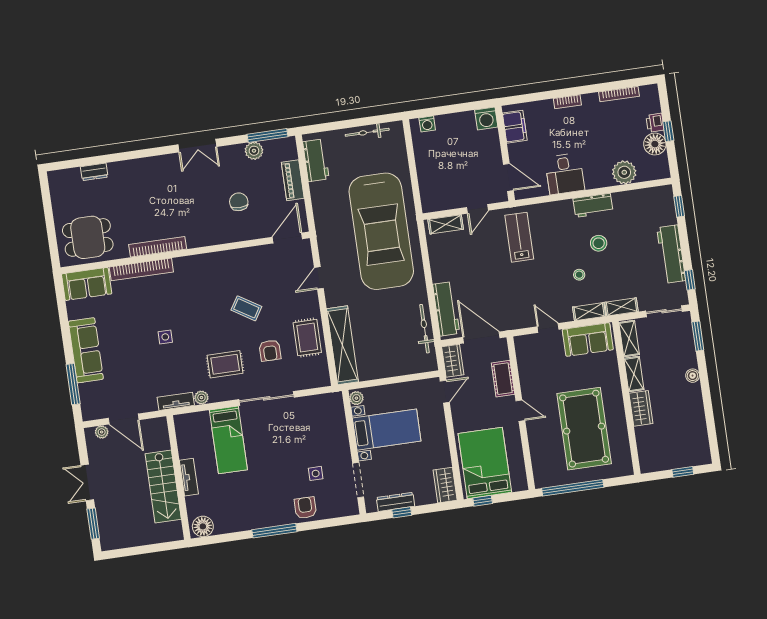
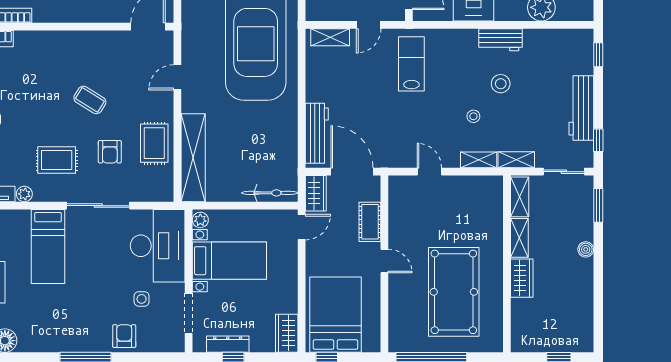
bicycle: (424, 329) -> (270, 193), moved, turned 90
sofa: (588, 340) -> (473, 191), removed
desk: (323, 426) -> (158, 246), added

